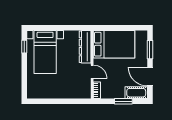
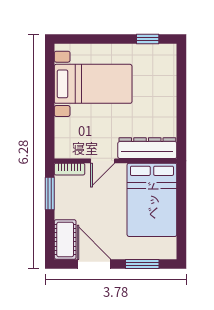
bed with nightstands: (45, 52) -> (93, 84), moved, turned 180
door: (150, 77) -> (94, 264), hinge flipped
window: (123, 101) -> (50, 193), moved

